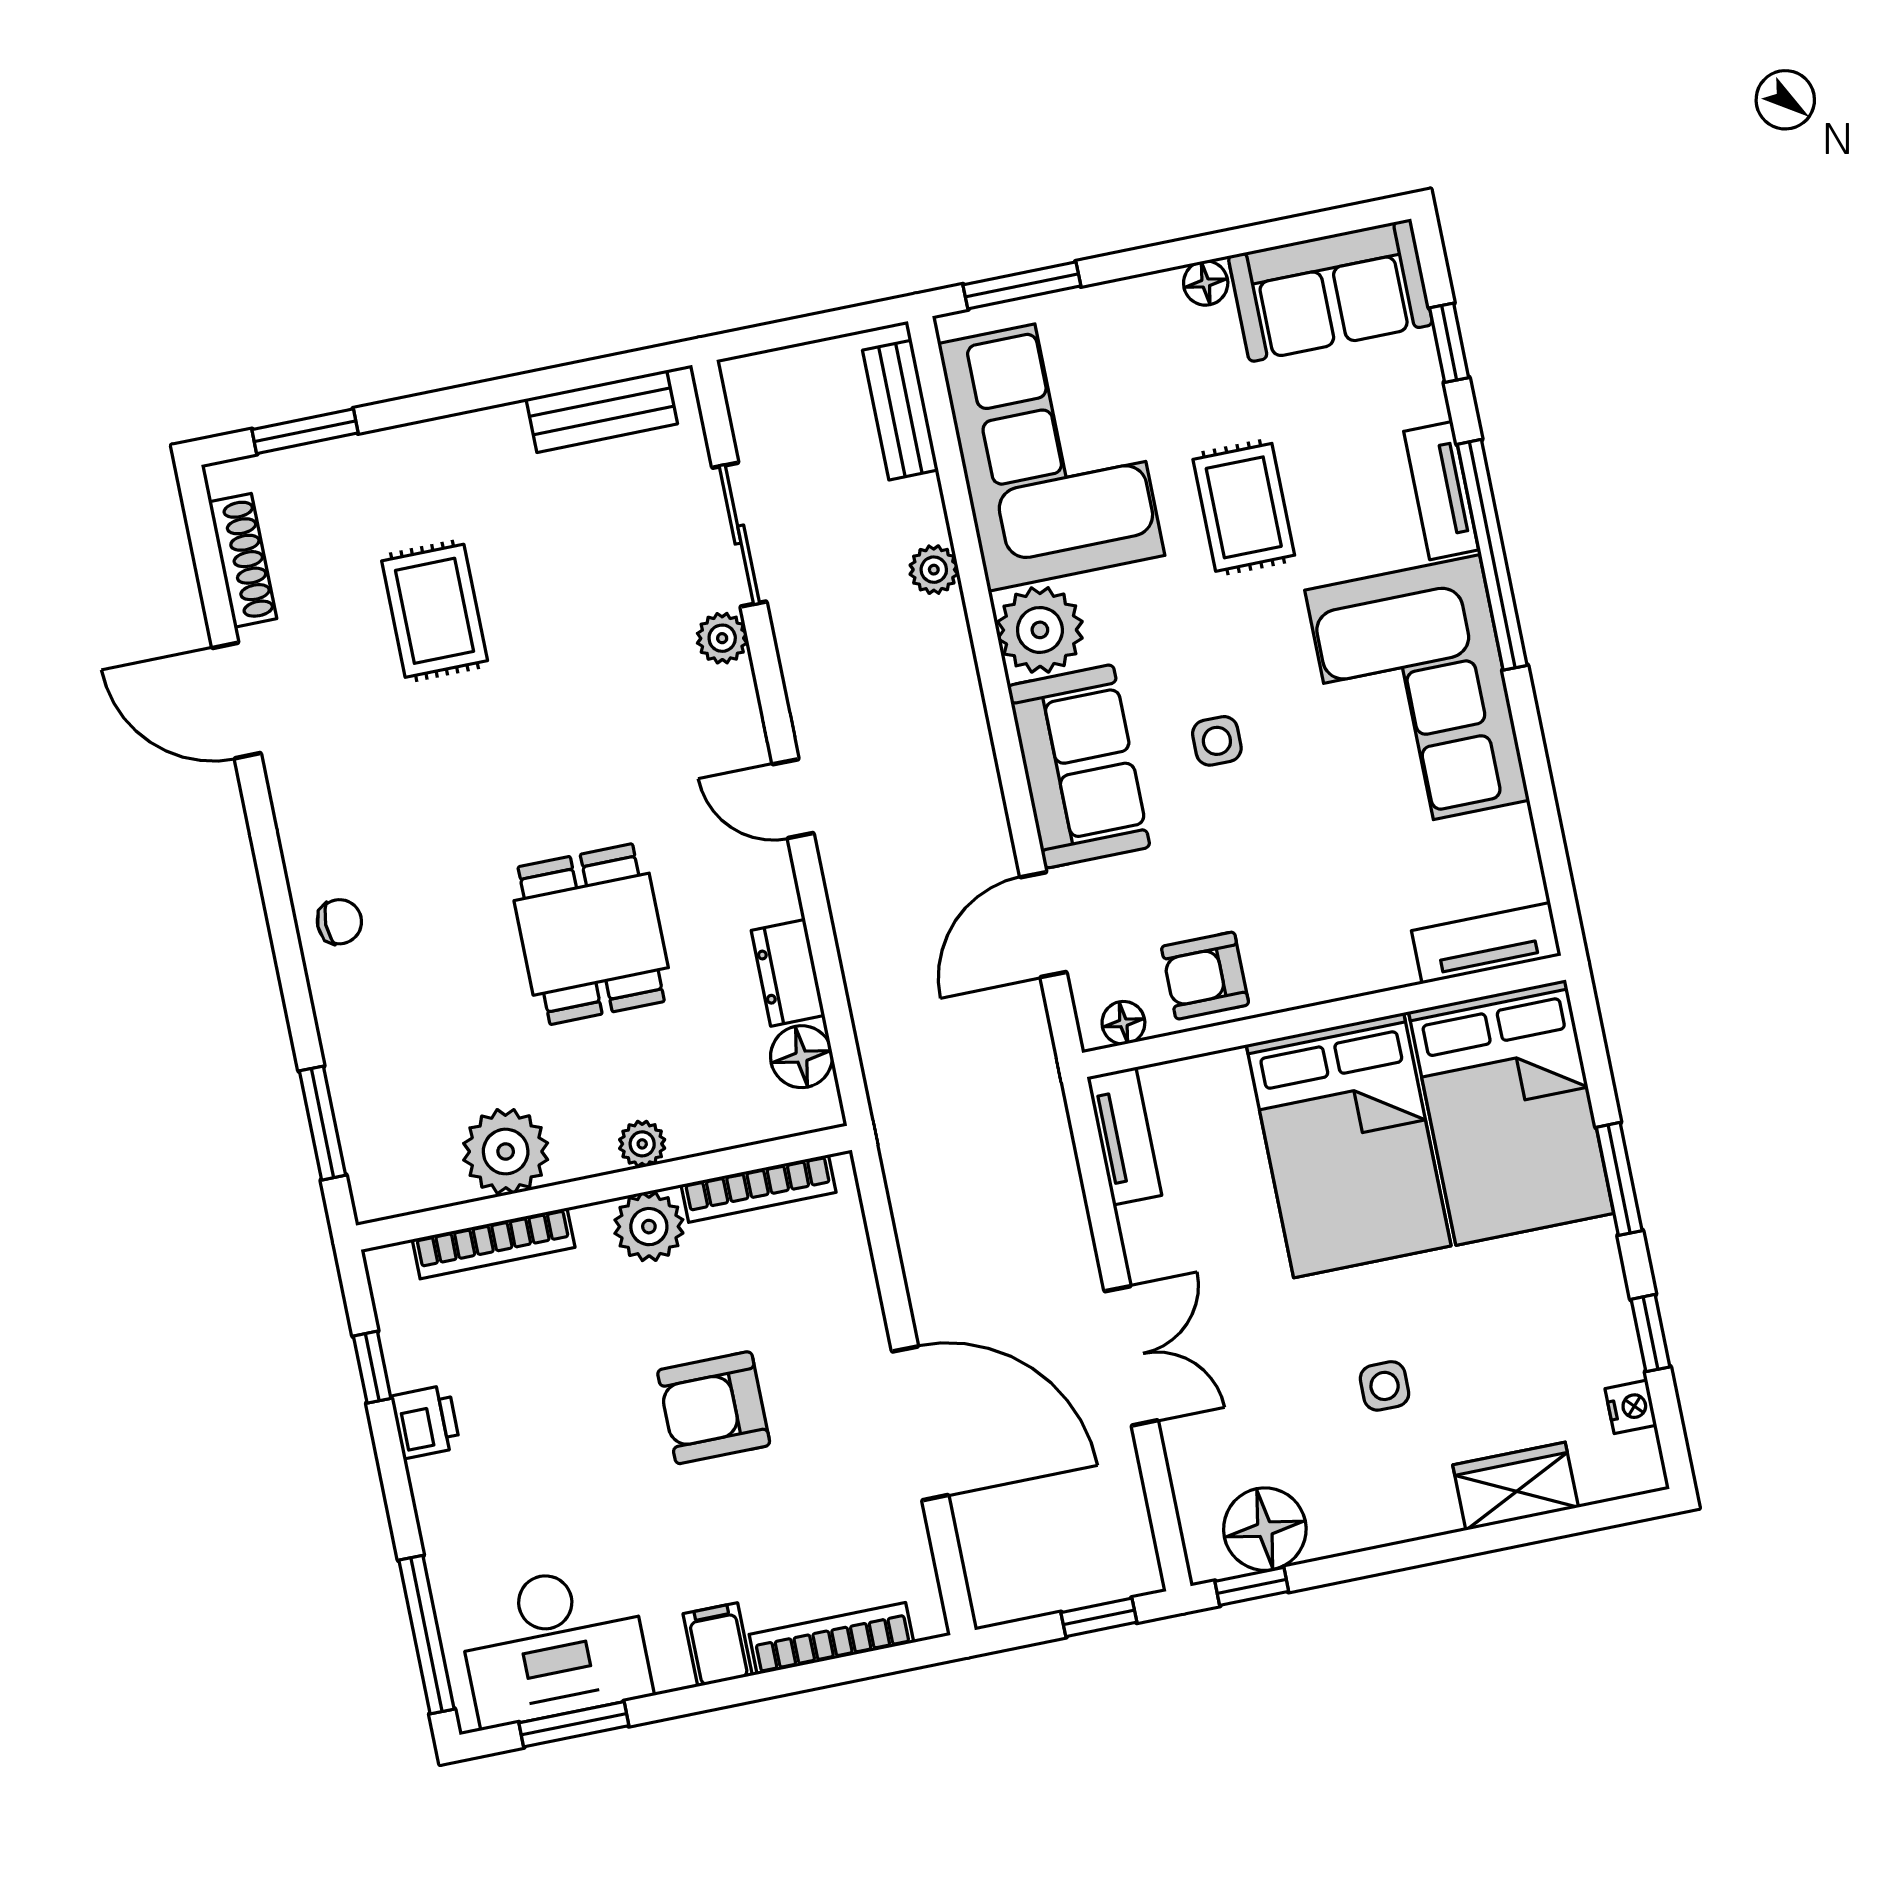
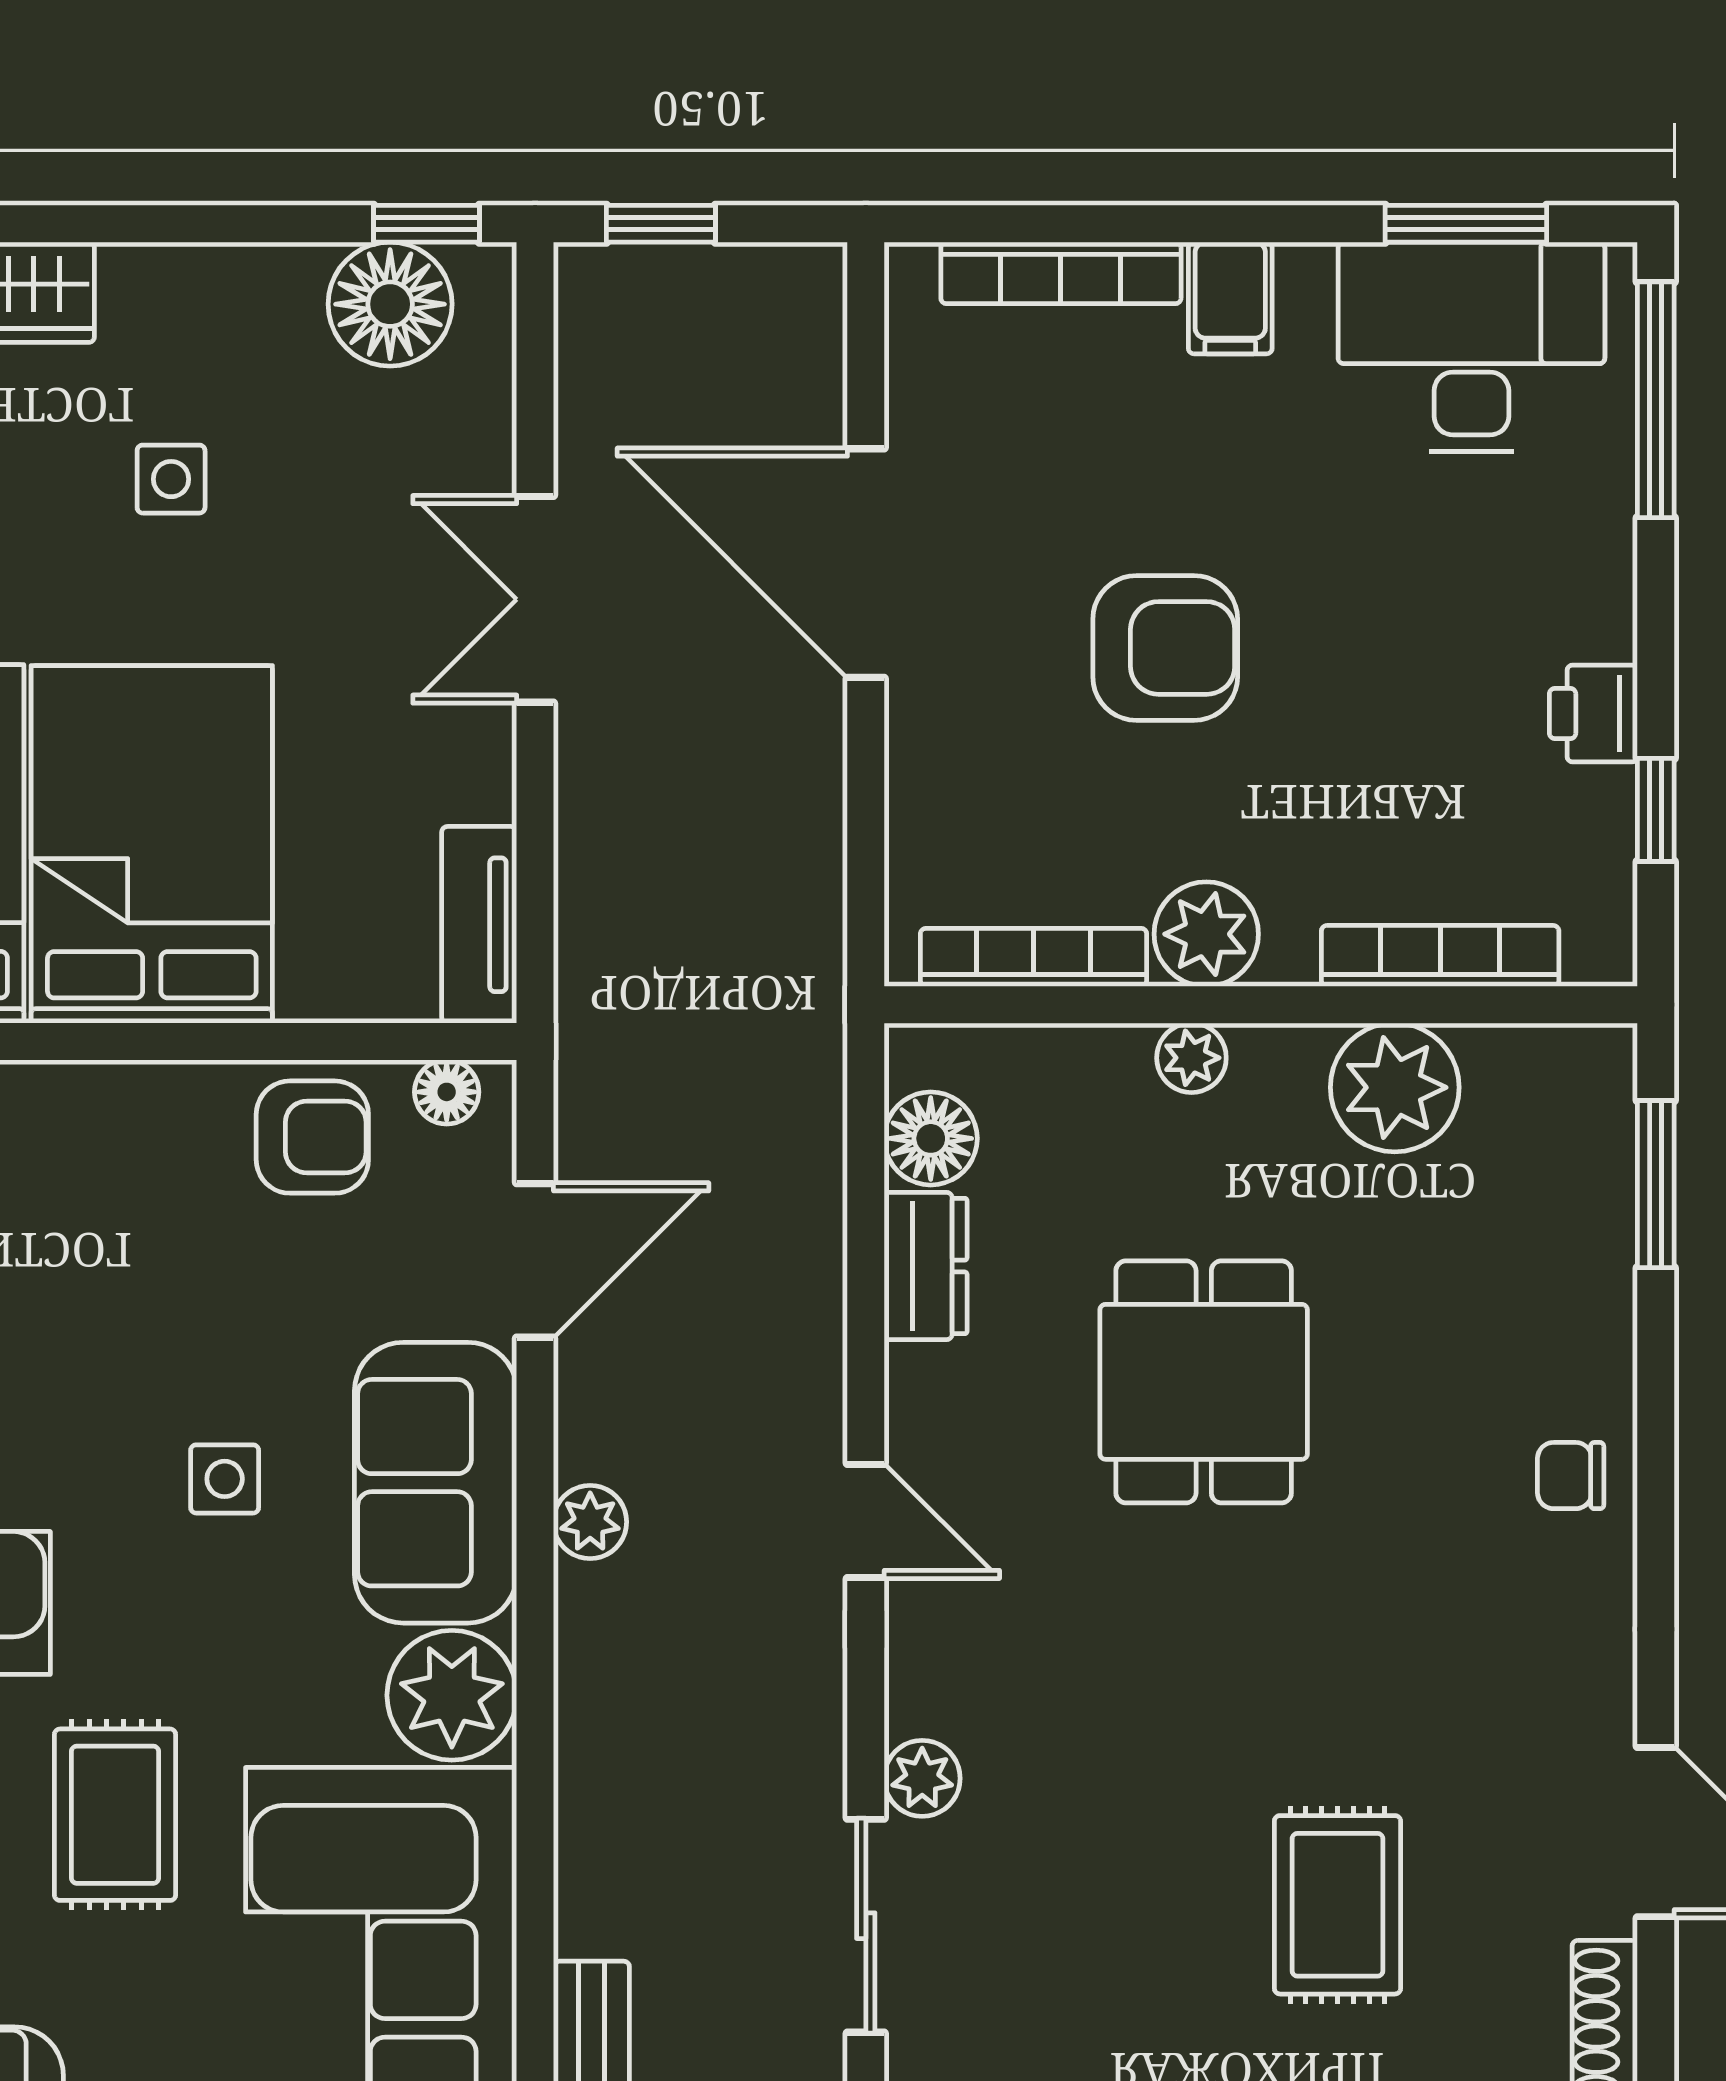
plant: (934, 570) -> (590, 1522), moved

